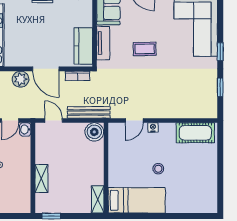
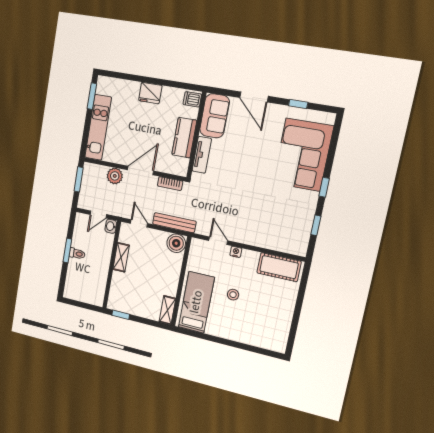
kitchen counter: (83, 46) -> (184, 138), moved
coffee table: (145, 49) -> (243, 169), removed
door: (46, 69) -> (140, 170), swing flipped
door: (134, 121) -> (218, 241), swing flipped
shelving: (41, 179) -> (121, 257), moved
bed: (137, 200) -> (196, 302), moved, turned -90

